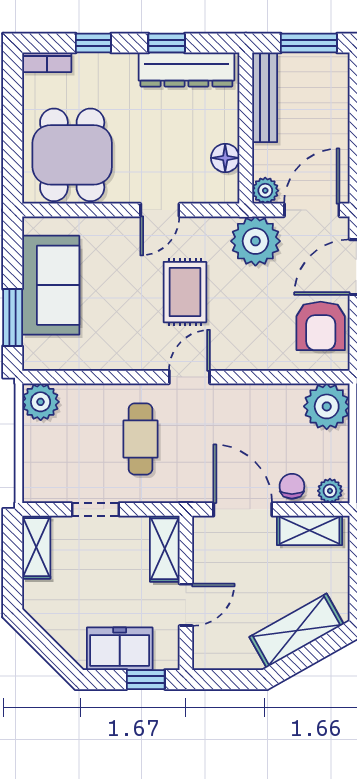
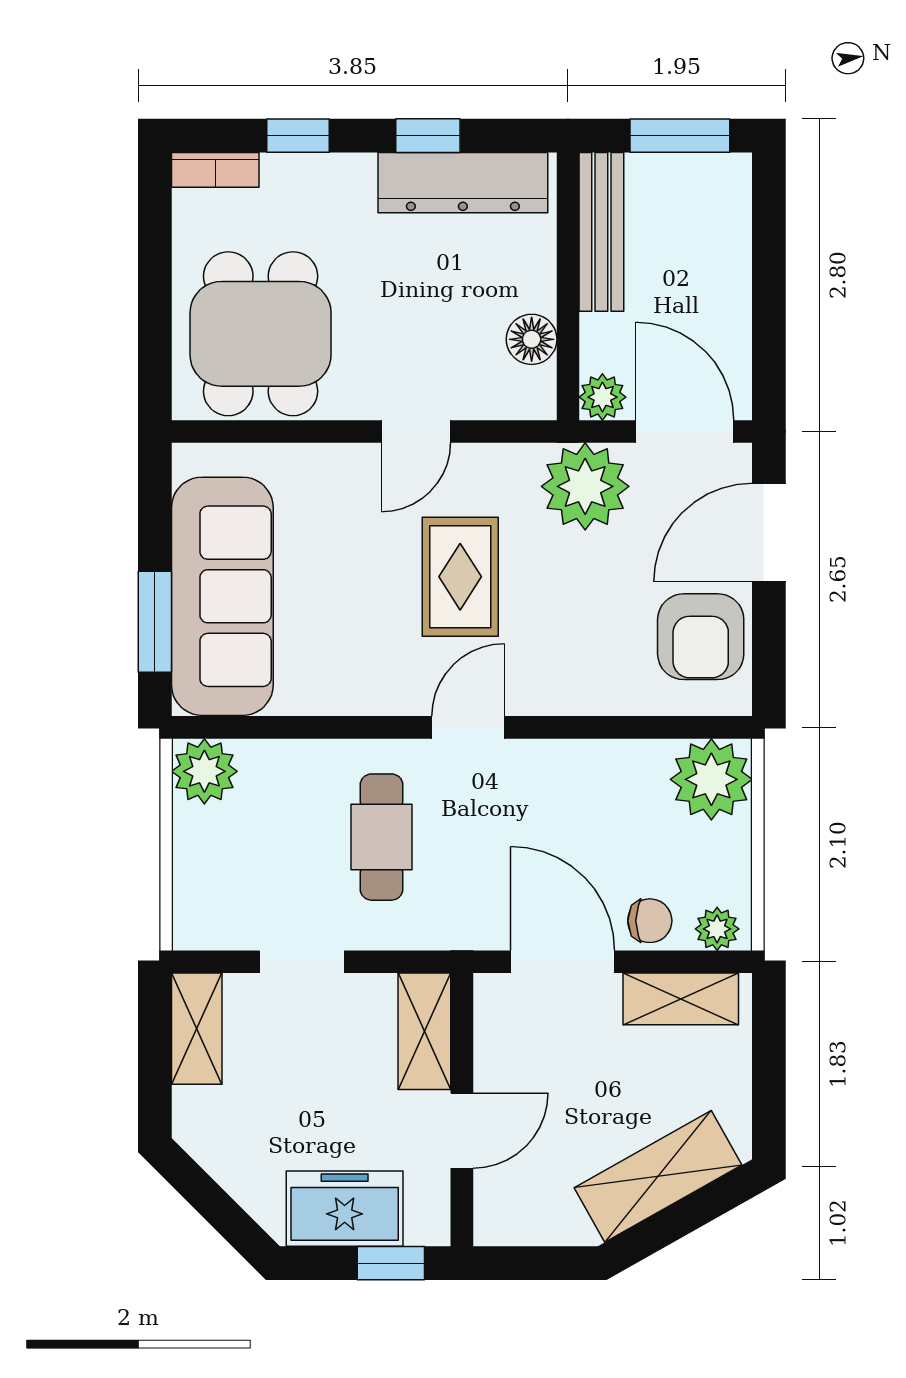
door: (312, 210) -> (685, 432), hinge flipped
sofa: (51, 285) -> (222, 596), width x1.36
chair: (292, 486) -> (650, 921), turned 90

